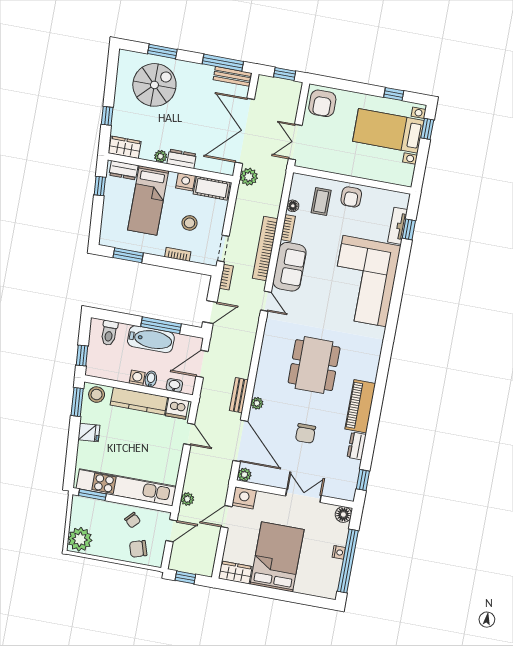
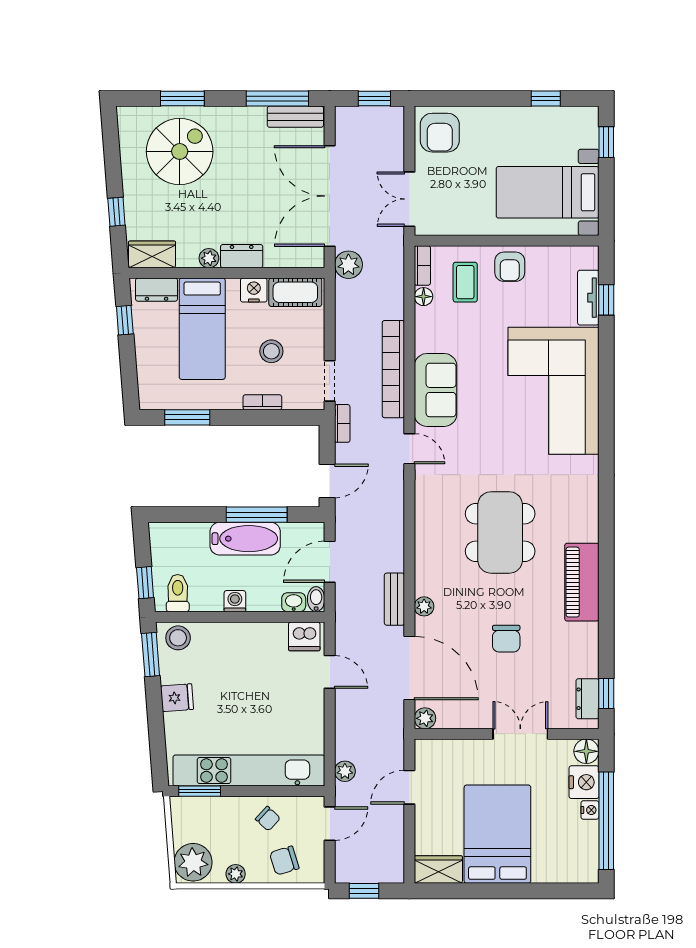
bed with nightstands: (388, 131) -> (548, 192), moved
bookcase: (288, 228) -> (422, 265), moved
toilet: (109, 333) -> (178, 593), moved, turned 180
bidet: (151, 379) -> (316, 599), moved
kitchen counter: (139, 401) -> (244, 636), removed
dresser: (357, 446) -> (587, 699), moved
nightstand: (244, 498) -> (584, 782), moved, turned 90
plant: (106, 552) -> (236, 874), added

